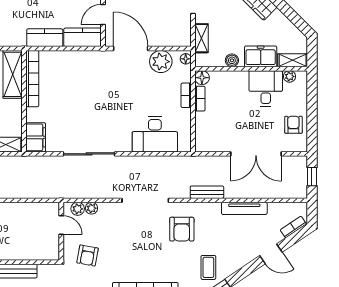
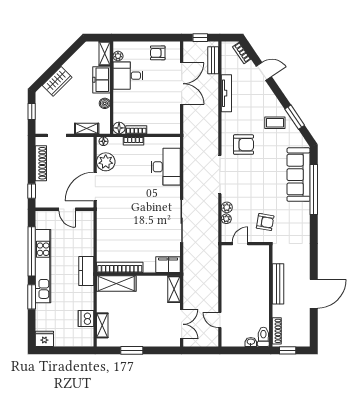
kitchen counter: (83, 37) -> (86, 226), removed
kitchen counter: (45, 38) -> (86, 271), moved
bench: (207, 192) -> (213, 60), moved
plant: (78, 209) -> (227, 207), moved
door: (271, 254) -> (264, 71), hinge flipped

